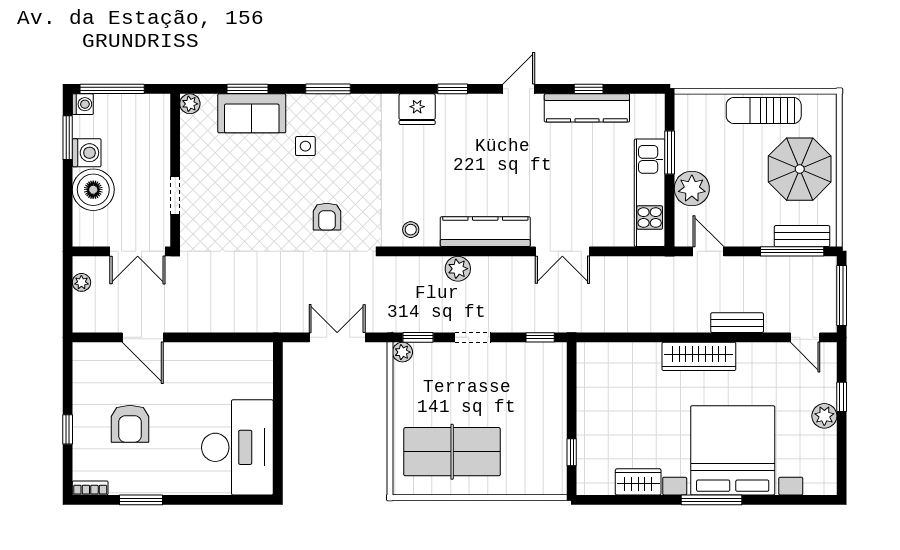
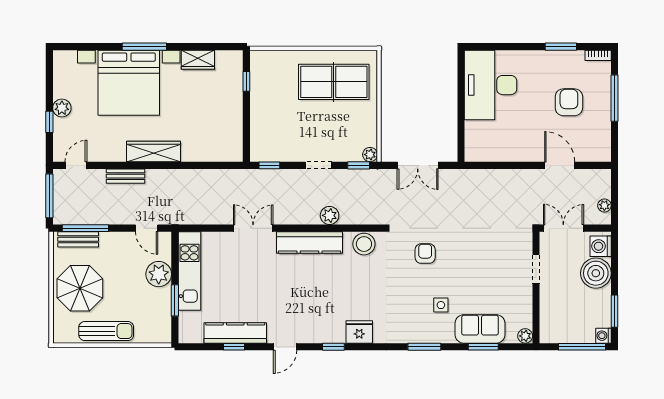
washing machine: (87, 153) -> (601, 246), moved
stool: (411, 230) -> (364, 244), width x1.89, depth x1.89
door: (805, 337) -> (76, 165), hinge flipped
window: (68, 429) -> (615, 98), width x2.17

